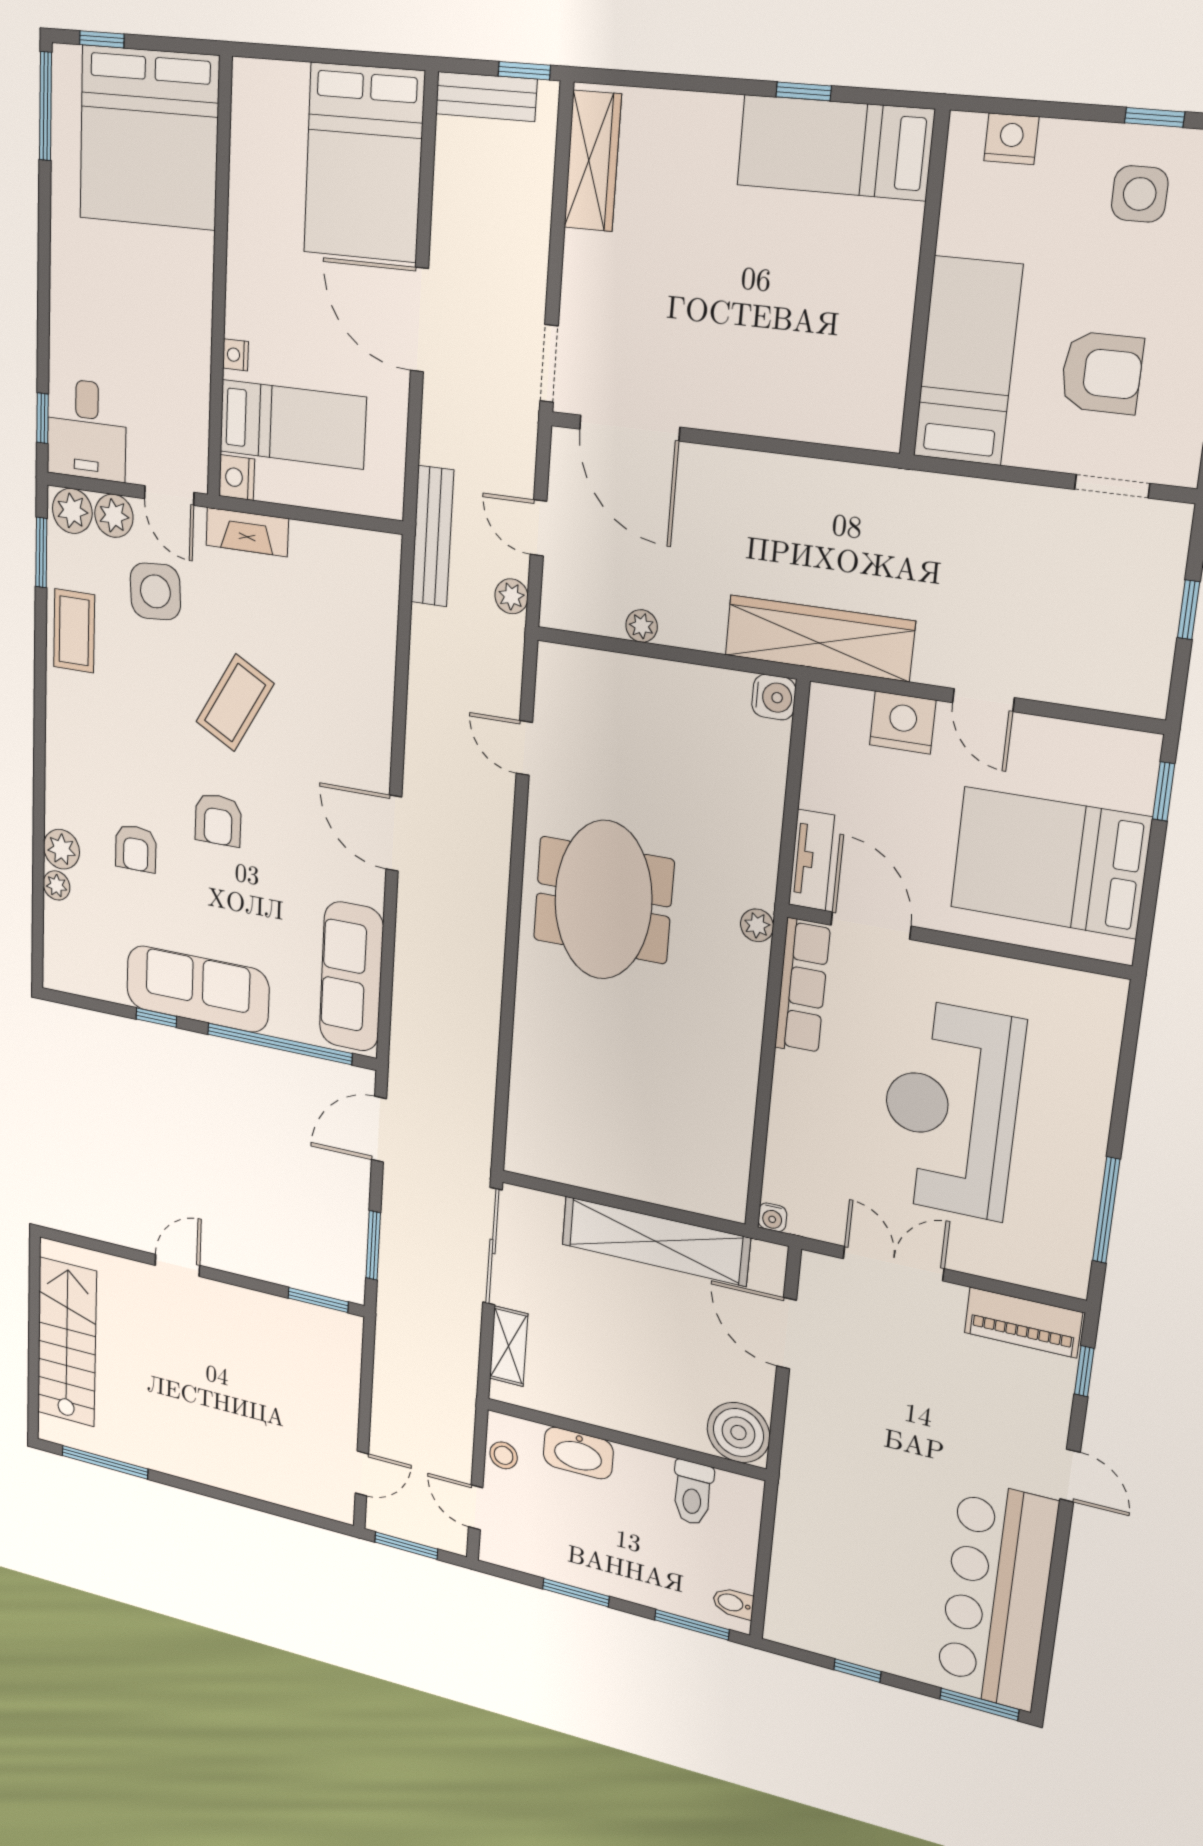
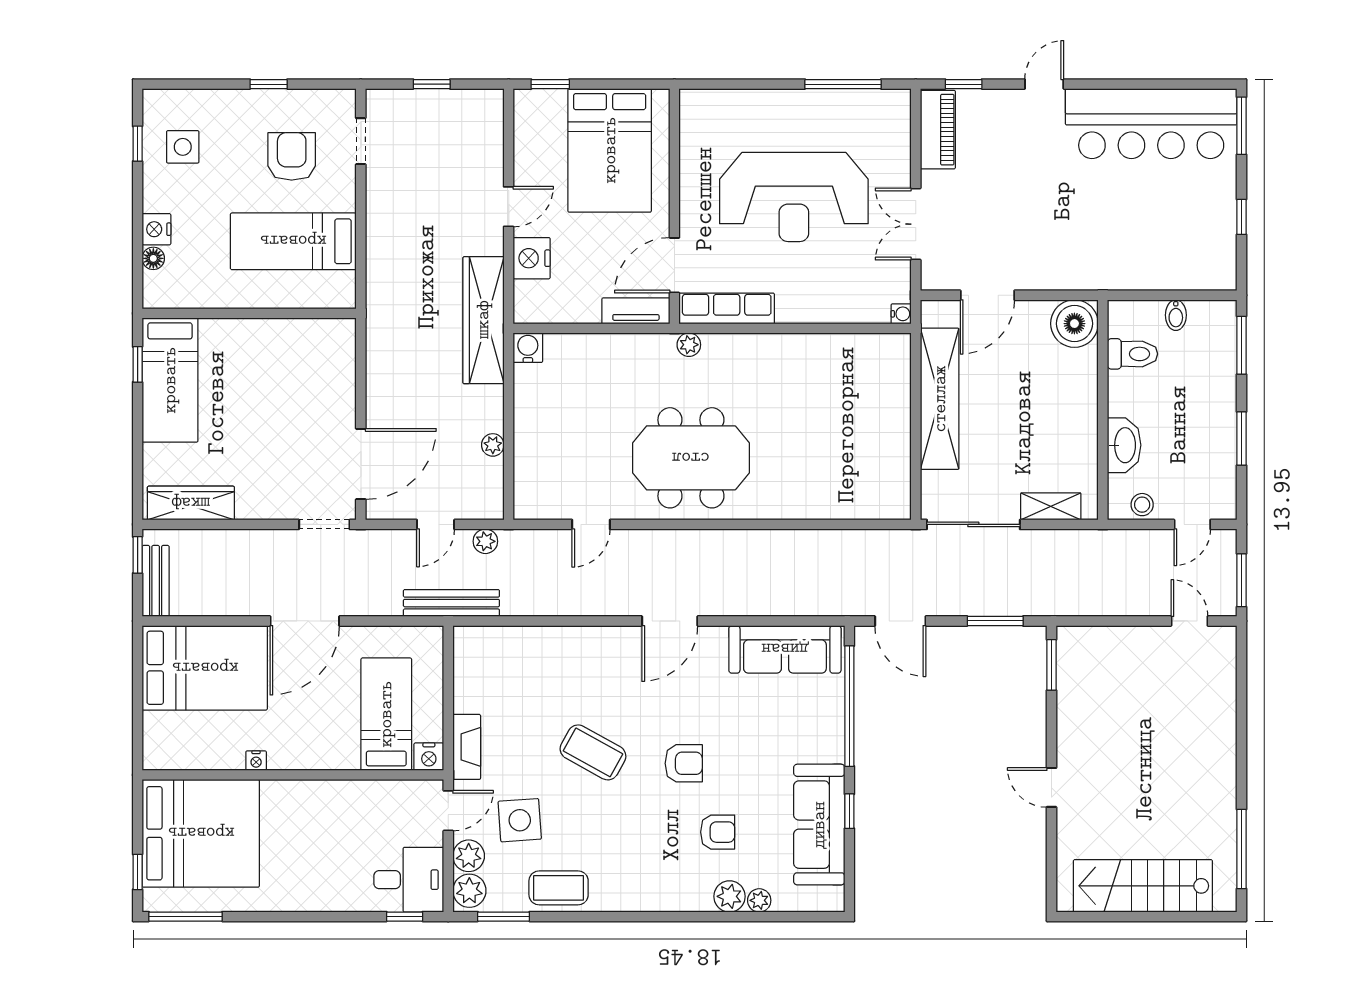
floor lamp: (965, 130) -> (153, 258), added
bed: (835, 147) -> (170, 380), moved
wall: (924, 285) -> (249, 313), moved
nightstand: (235, 355) -> (256, 761), moved
sofa: (198, 989) -> (819, 825), moved
bidet: (733, 1603) -> (1176, 315), moved

